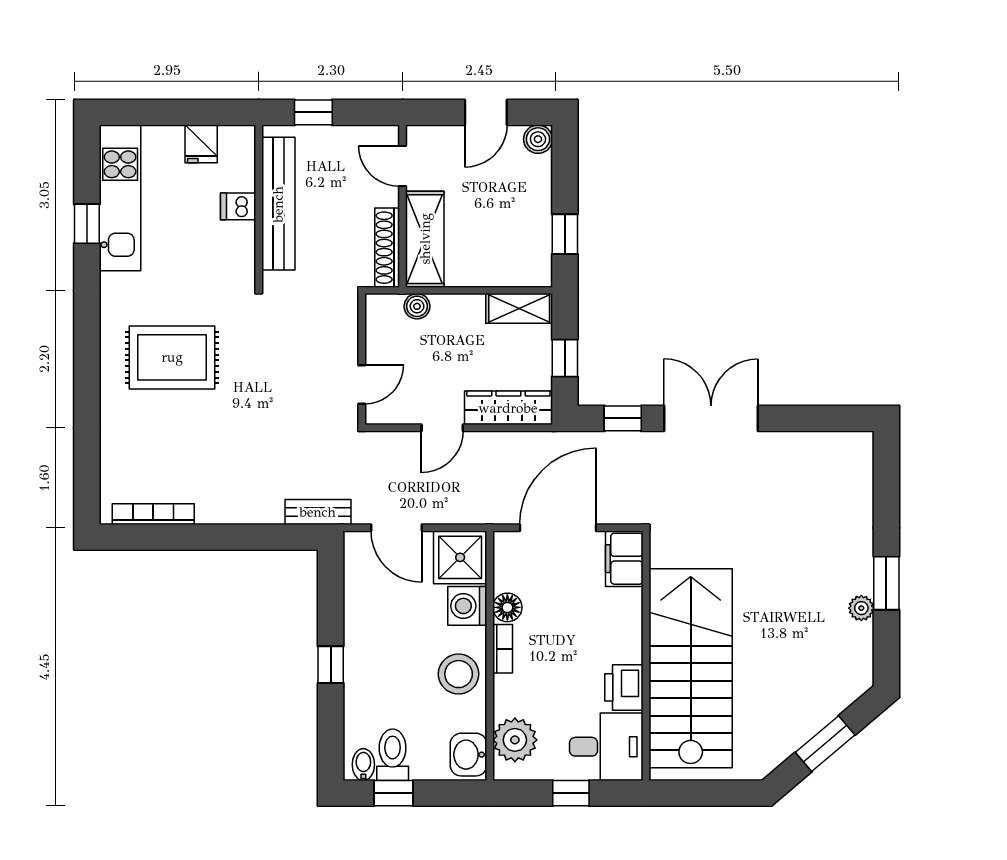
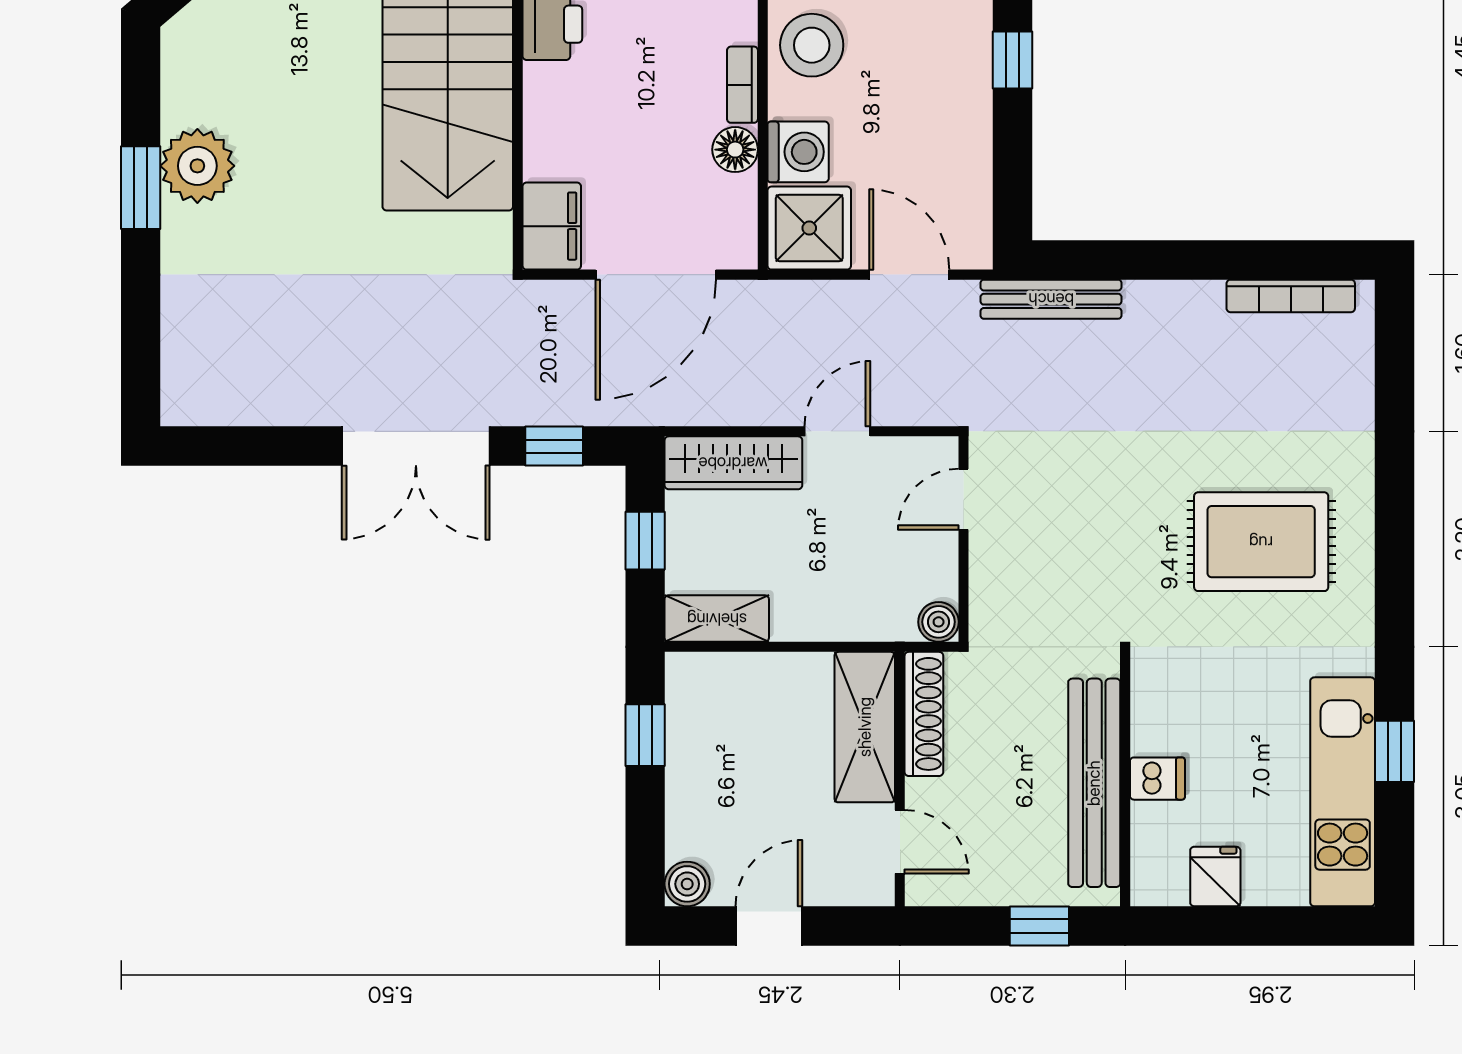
boiler: (417, 306) -> (939, 622), moved
bench: (318, 512) -> (1051, 299), width x1.36
plant: (861, 608) -> (197, 166), width x1.87, depth x1.87

